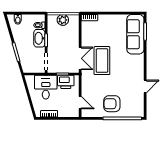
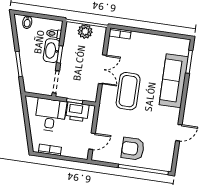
sofa: (135, 34) -> (174, 81), moved
double door: (80, 58) -> (102, 69), moved
door: (80, 103) -> (92, 141), hinge flipped

